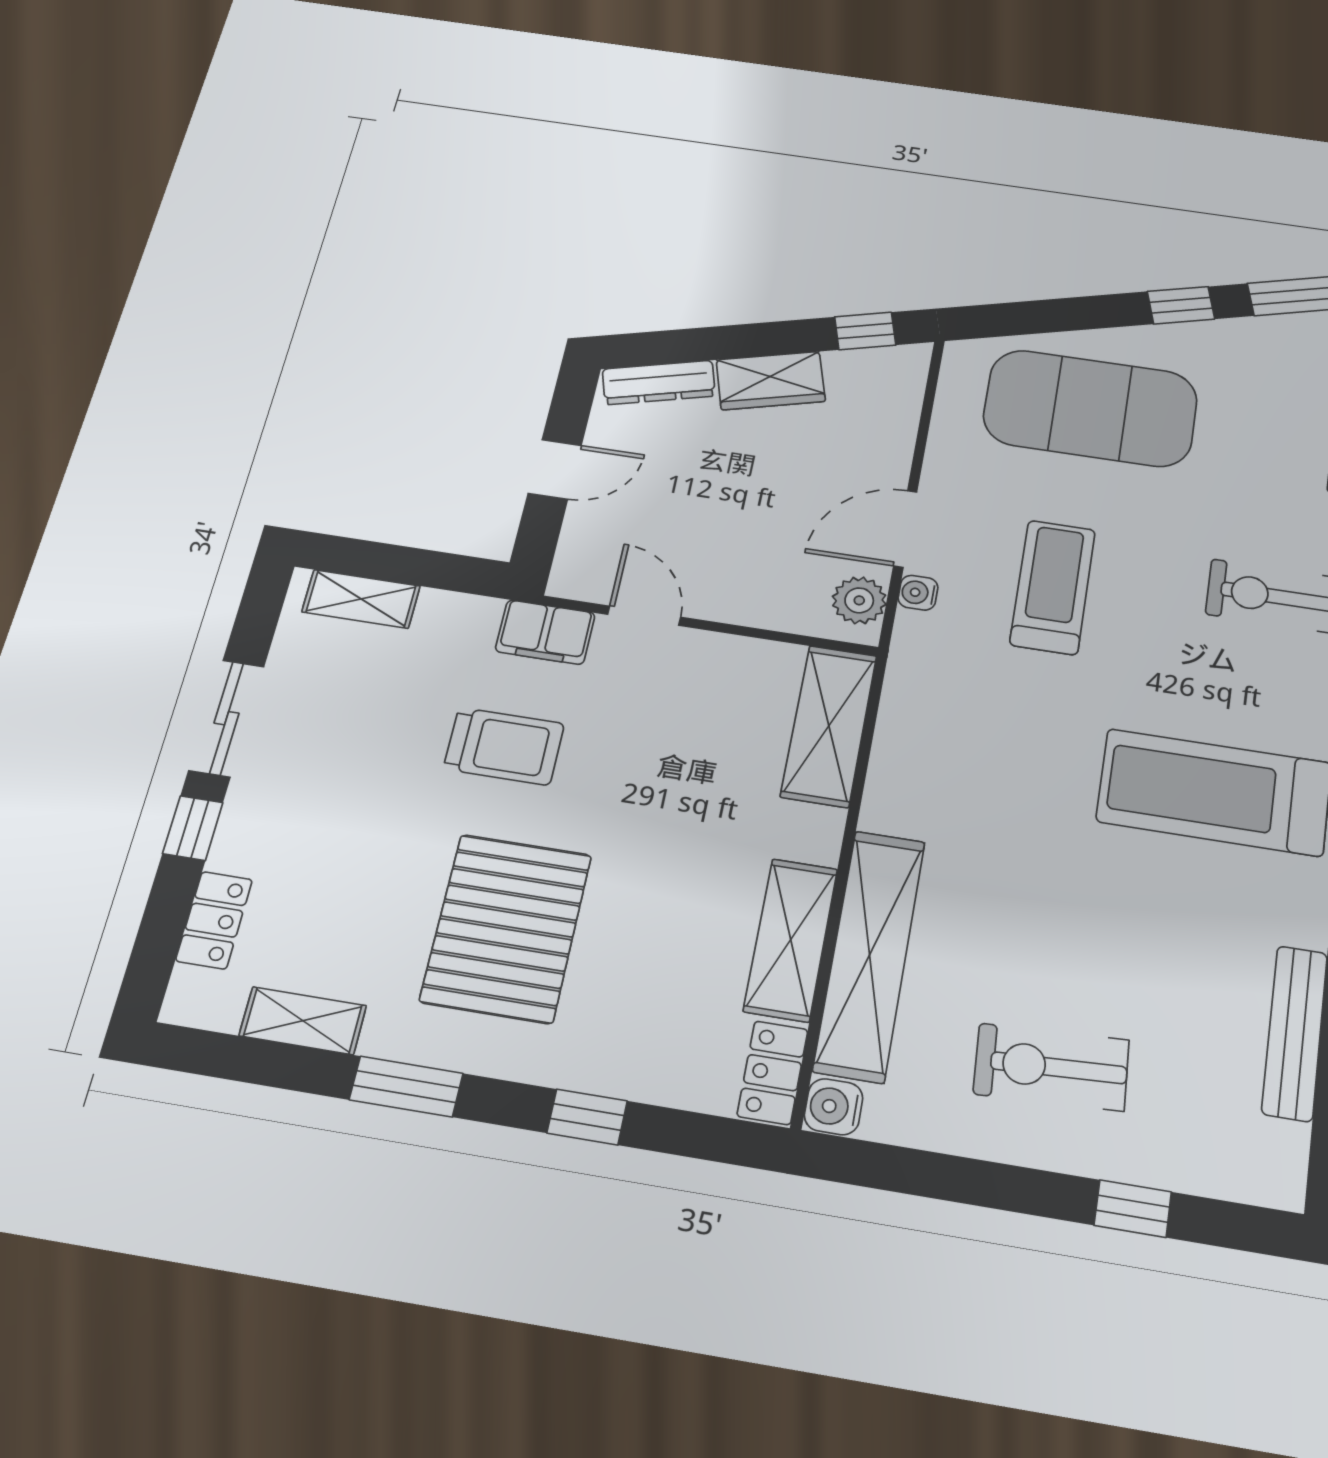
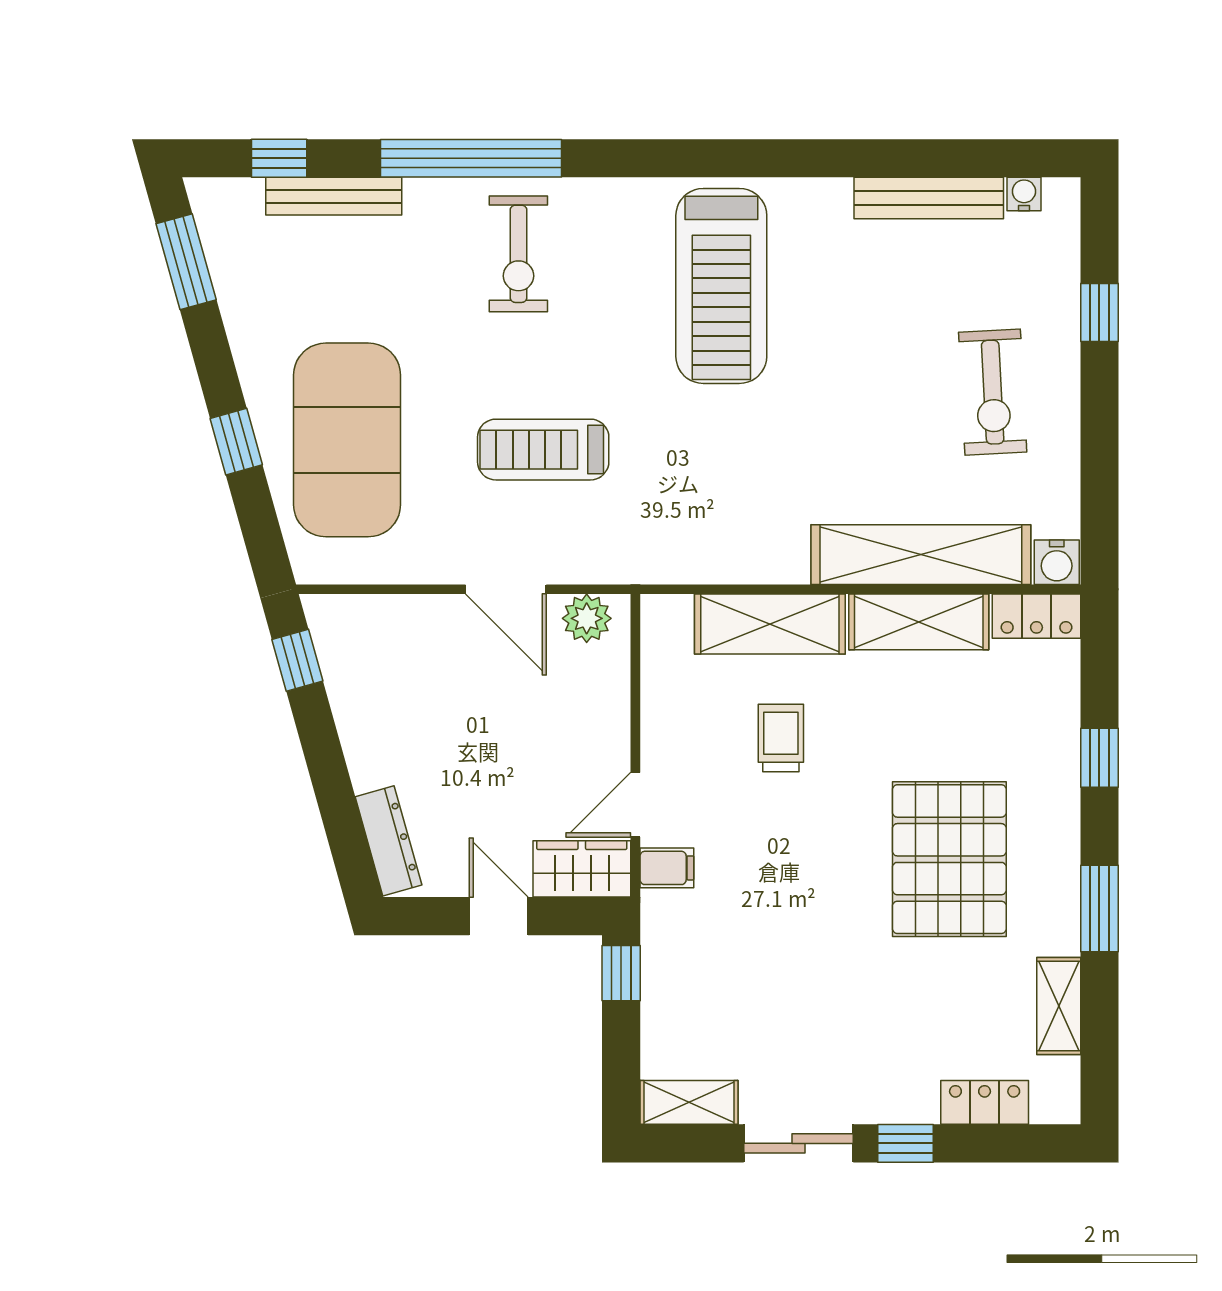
window: (1181, 305) -> (236, 442), moved
wardrobe: (771, 381) -> (582, 869), moved, turned -74
window: (463, 574) -> (621, 973), added
water cooler: (918, 593) -> (1024, 194), moved, turned 180
shelving: (361, 599) -> (689, 1102), moved, turned 90
filing cabinet: (545, 632) -> (667, 868), width x0.50
shelving: (829, 726) -> (770, 624), moved
trolley: (504, 746) -> (781, 738), moved, width x0.73, depth x0.72
pallet: (506, 928) -> (949, 859), turned 90

